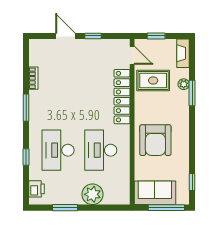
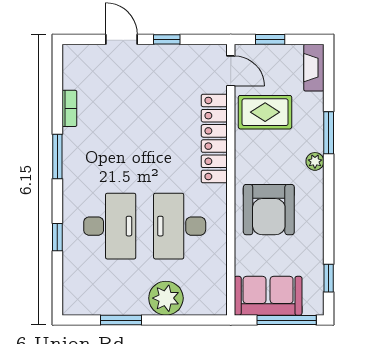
plant: (184, 84) -> (315, 161), moved
desk: (58, 150) -> (110, 226), turned 180
printer: (37, 189) -> (74, 289), removed

